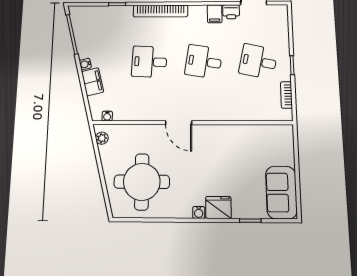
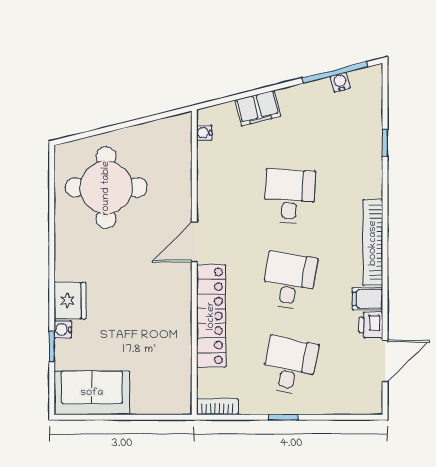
bookcase: (161, 11) -> (373, 243), moved
water cooler: (85, 64) -> (340, 82), moved
bookcase: (286, 95) -> (217, 407), moved
locker: (227, 112) -> (211, 316), added
plant: (102, 138) -> (171, 126), removed
water cooler: (199, 212) -> (63, 330), moved

